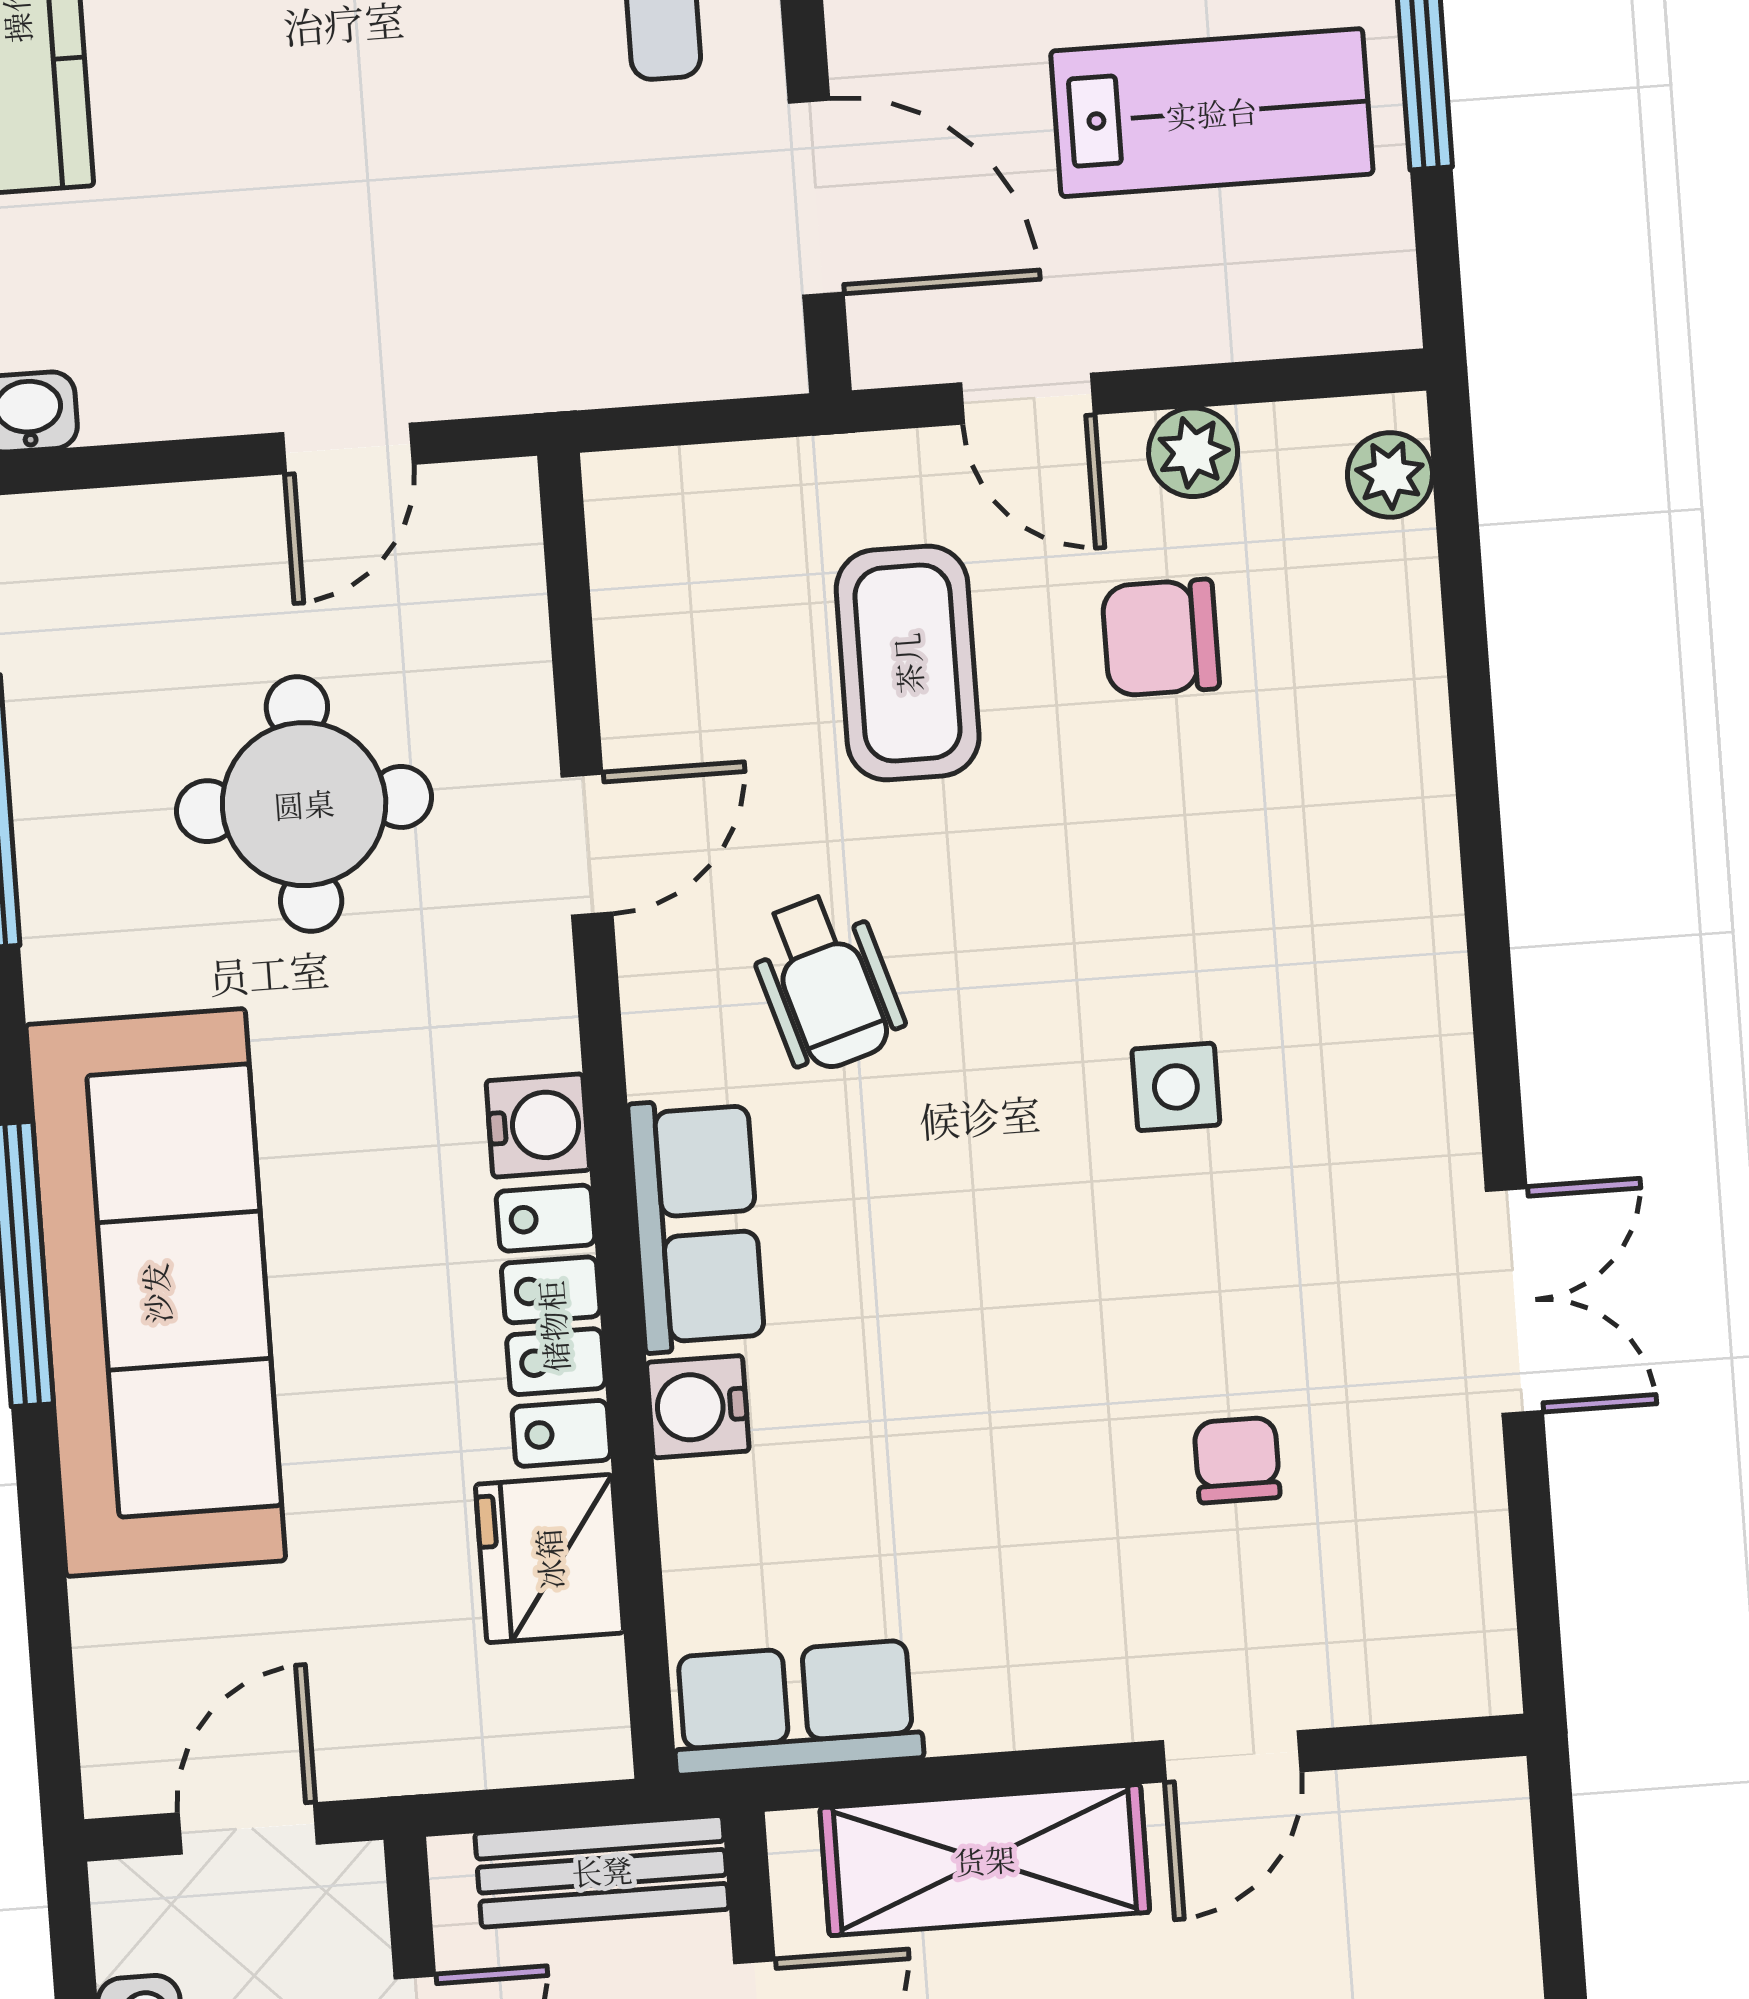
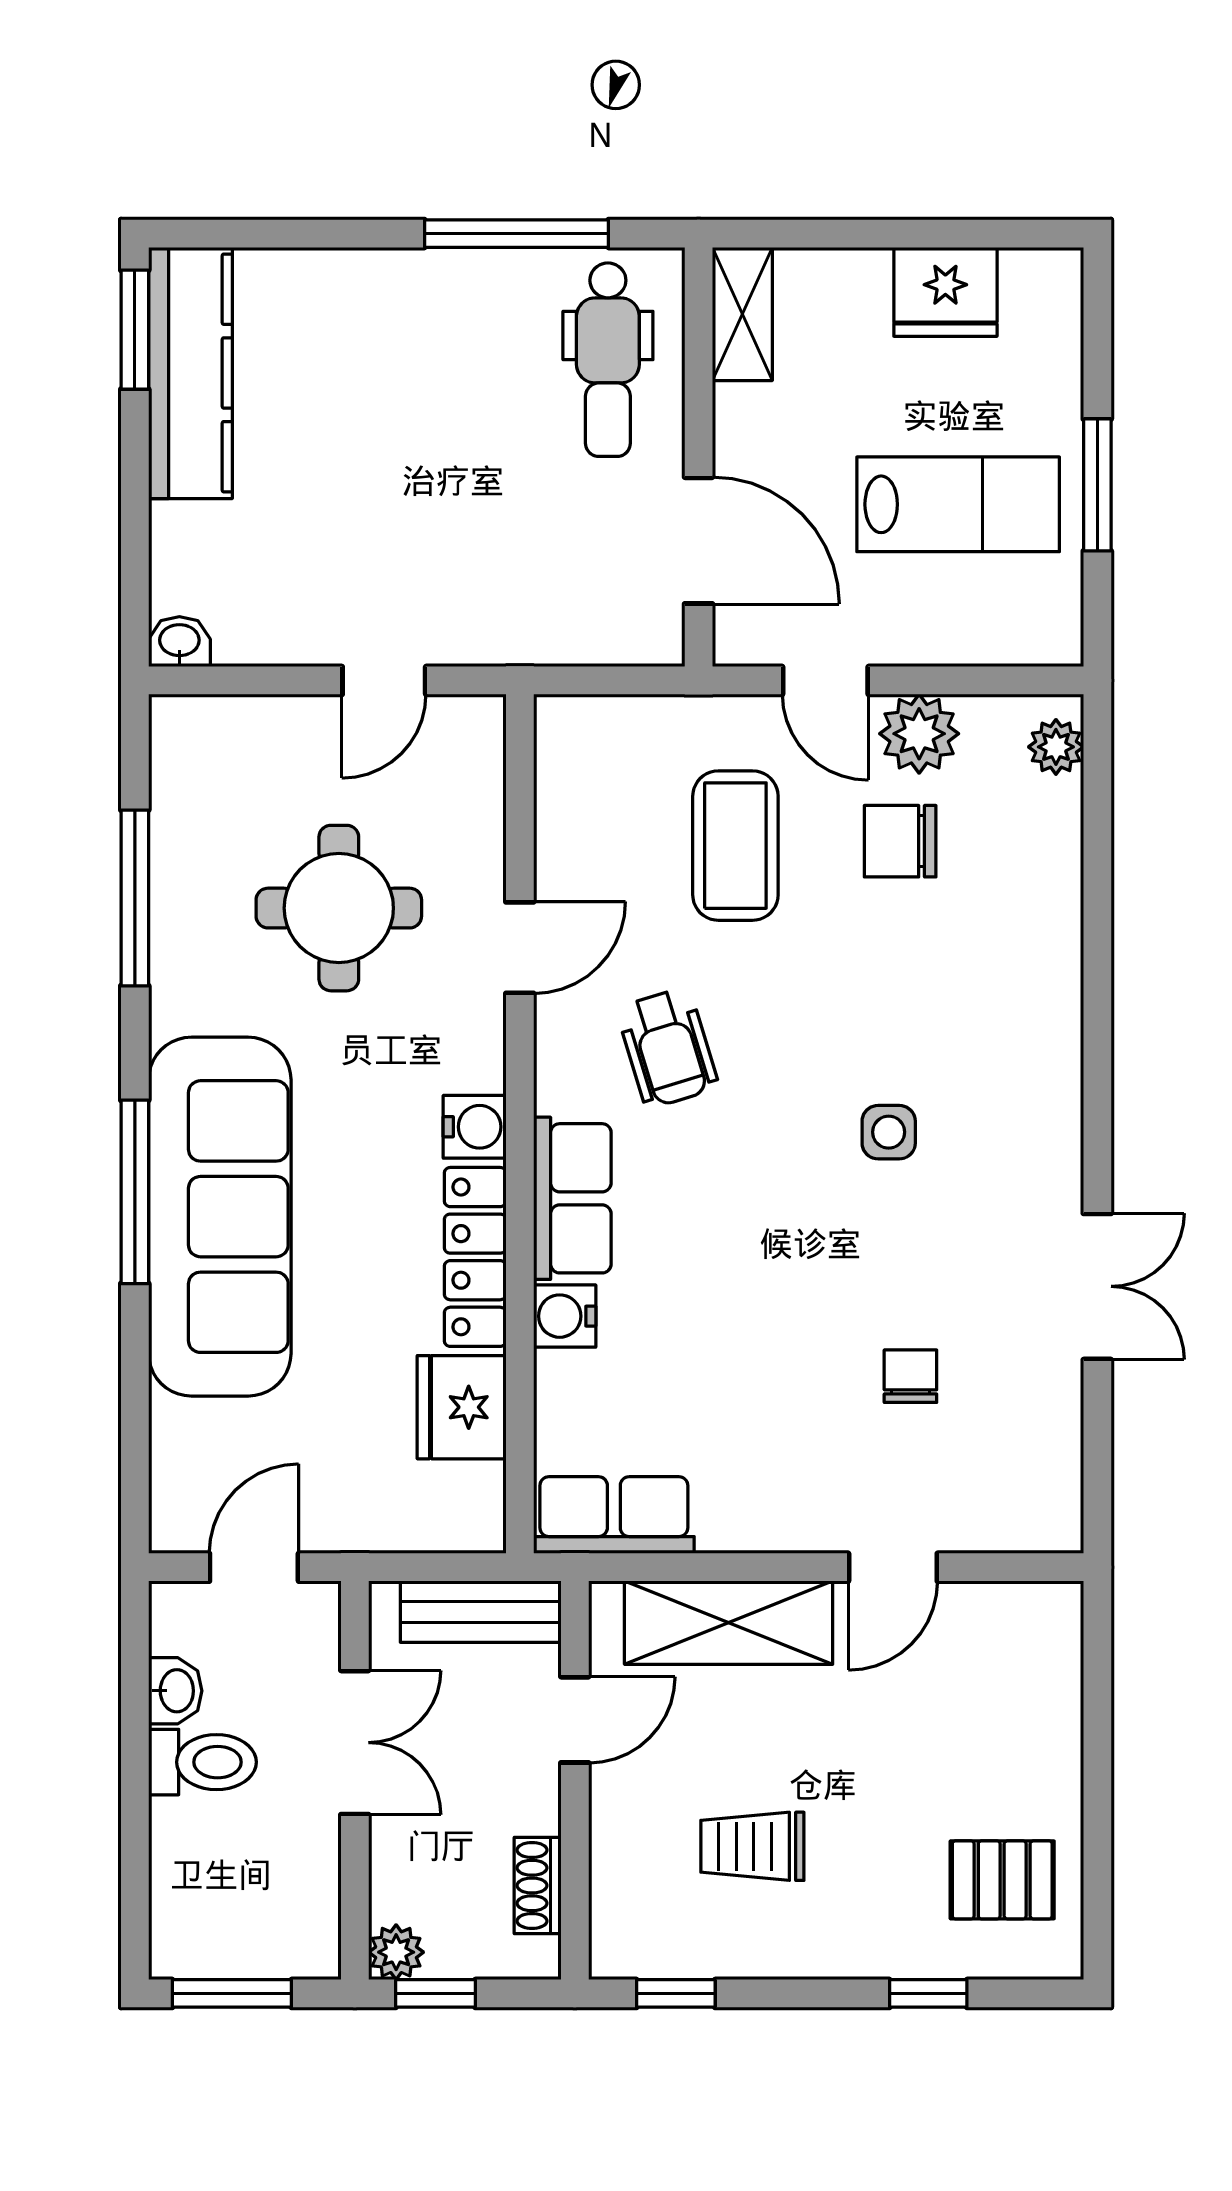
plant: (1193, 452) -> (919, 734), width x1.38, depth x1.38

